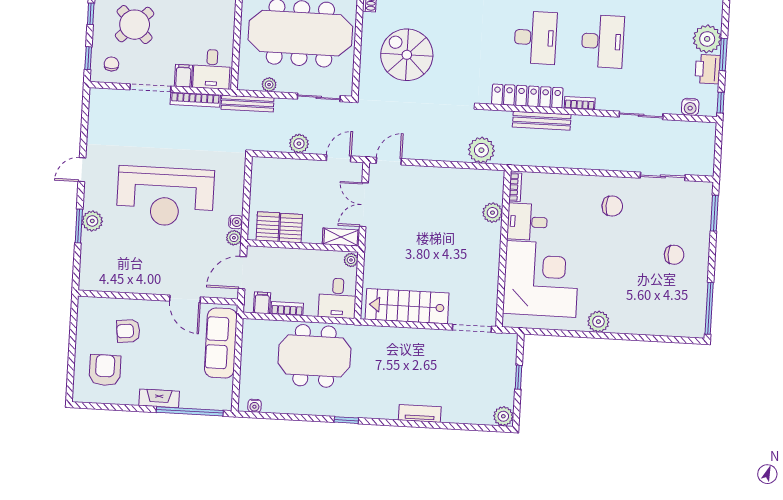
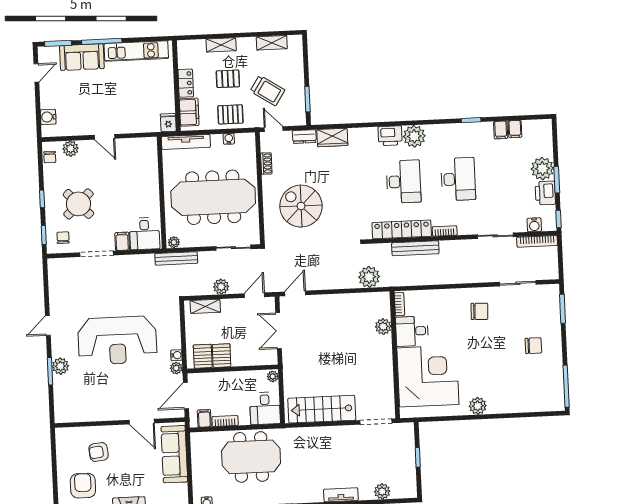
plant: (269, 85) -> (174, 242), moved
bookcase: (195, 100) -> (537, 241), moved
shelving: (341, 237) -> (205, 306), moved
plant: (503, 416) -> (382, 491), moved

